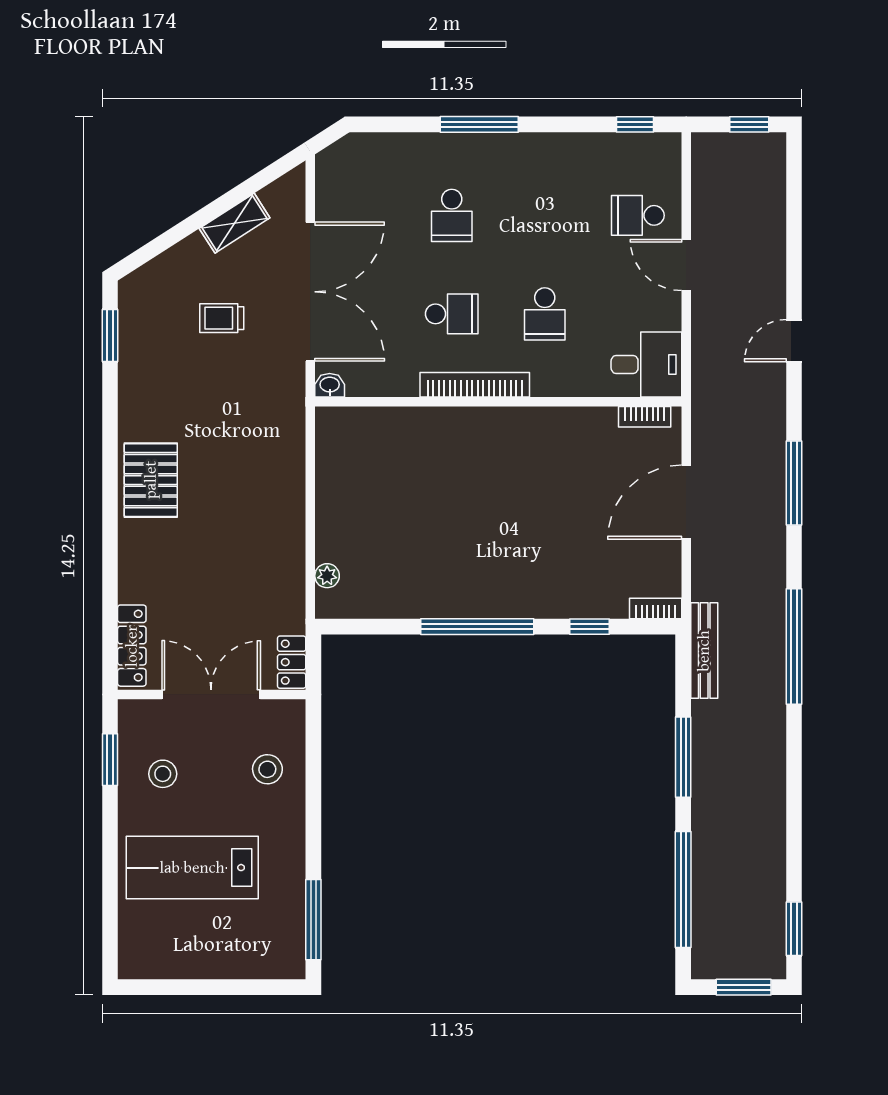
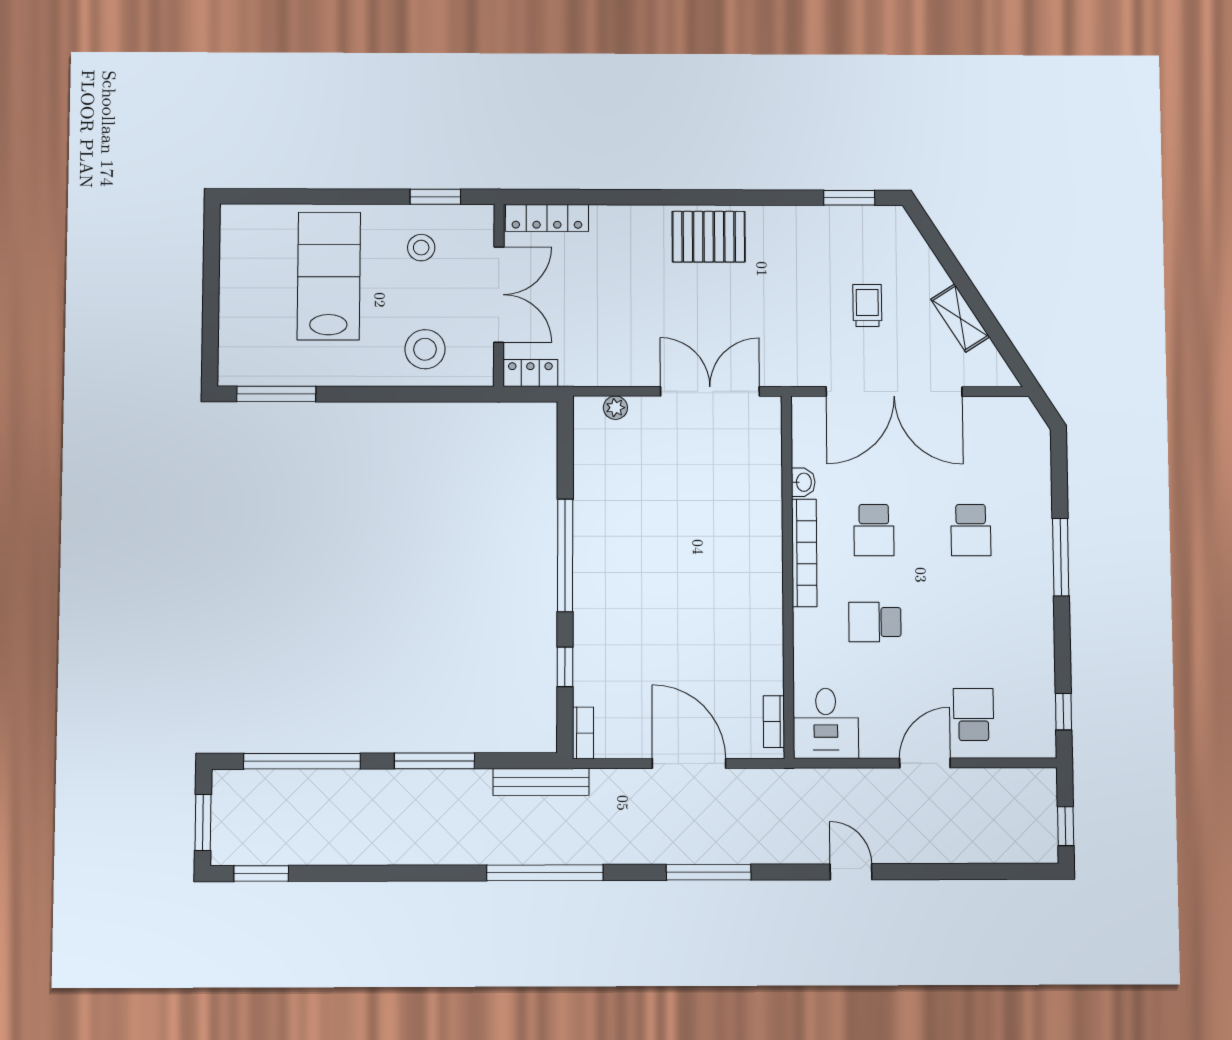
school desk: (452, 215) -> (971, 530), turned -90
washbasin: (330, 385) -> (803, 482), moved
double door: (310, 480) -> (710, 391), added
stool: (267, 769) -> (425, 349), width x1.38, depth x1.38

